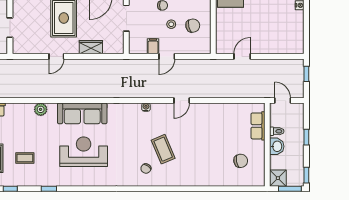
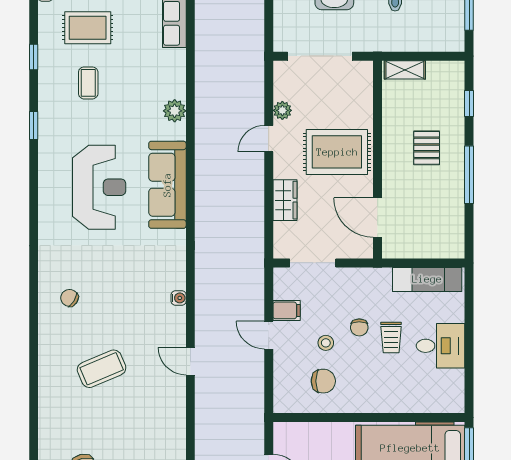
doorway: (126, 18) -> (313, 263), moved
chair: (193, 26) -> (323, 381), turned -78
doorway: (10, 28) -> (320, 56), width x1.88
plant: (40, 49) -> (282, 110), added
door: (56, 56) -> (269, 139), hinge flipped
coffee table: (163, 149) -> (102, 369), moved

